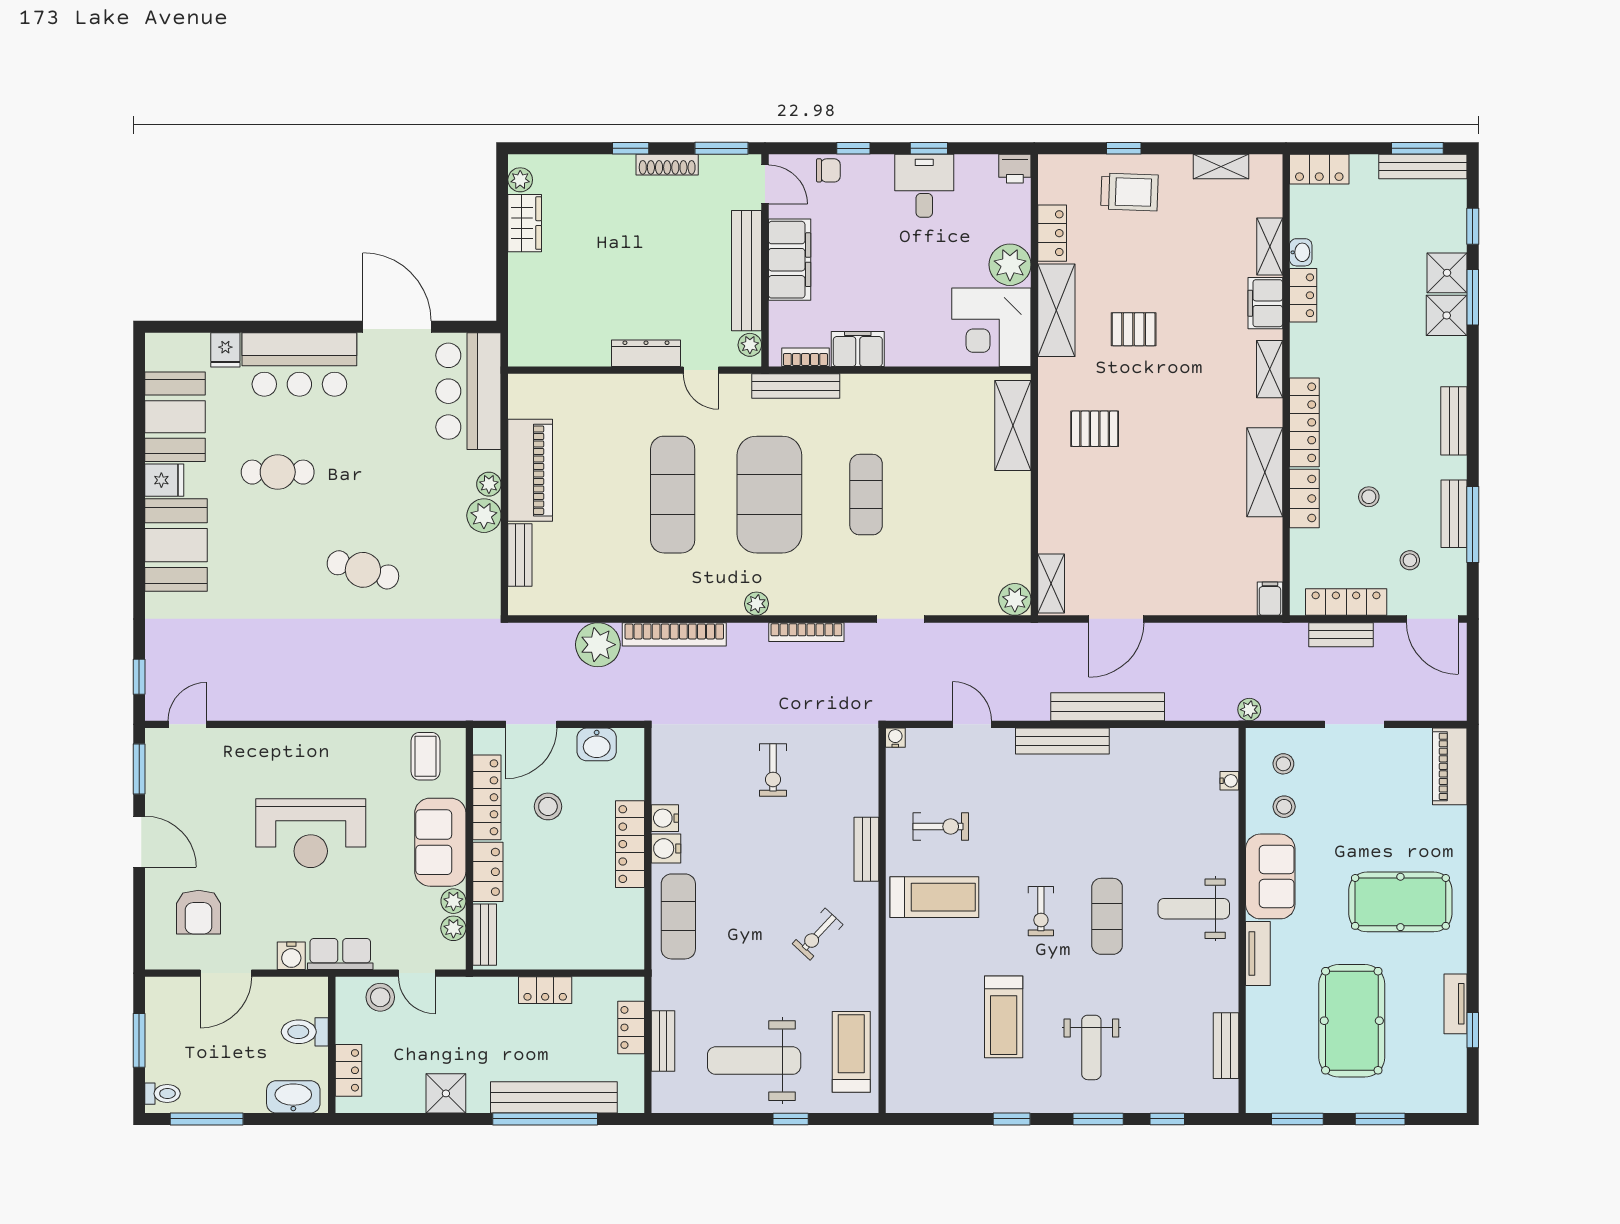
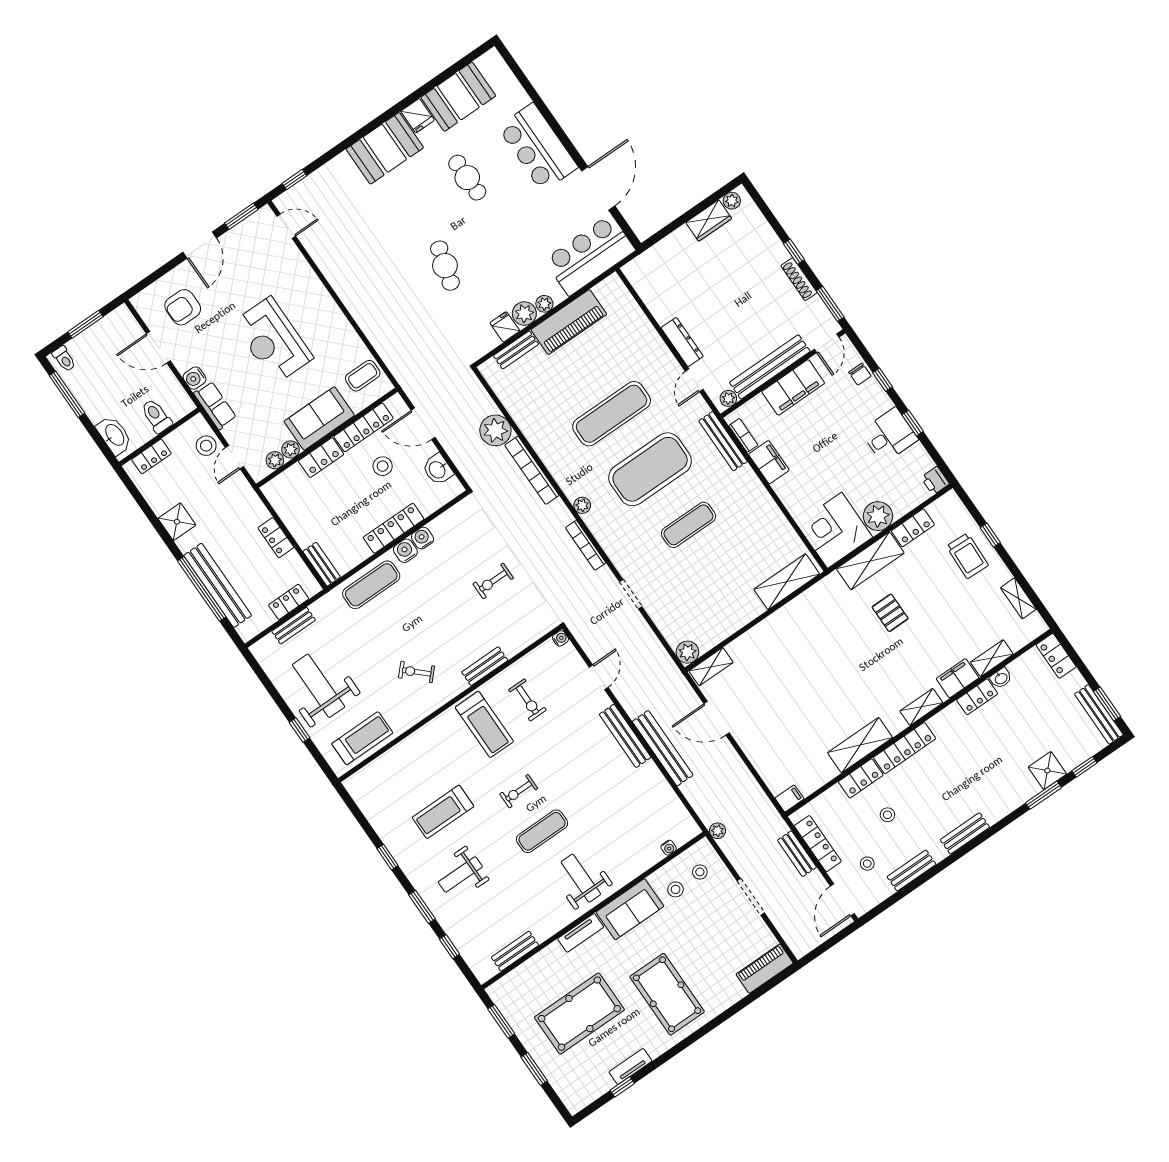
shower: (1447, 315) -> (1023, 787), removed
fridge: (225, 350) -> (505, 327), moved, turned 90
pallet: (1095, 429) -> (817, 630), removed
window: (1473, 525) -> (913, 886), removed
bench: (485, 935) -> (322, 564), moved, turned 90

